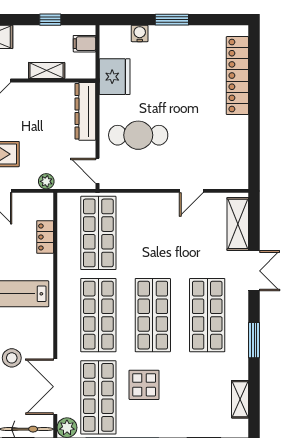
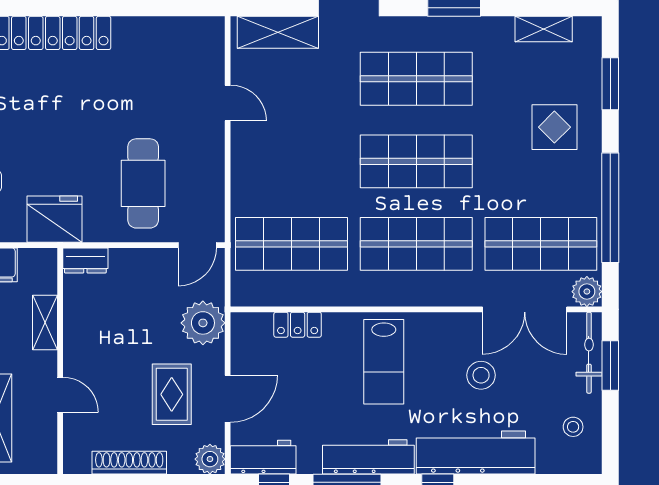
dresser: (85, 111) -> (85, 260), width x0.51, depth x0.80
plant: (46, 181) -> (203, 323), width x1.88, depth x1.88
display table: (144, 385) -> (554, 127), moved

